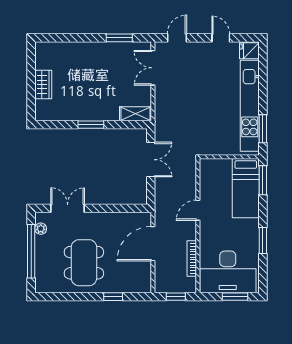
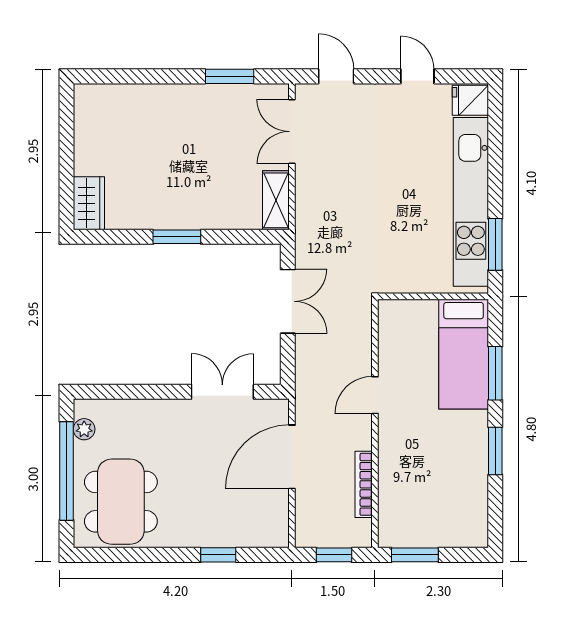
door: (177, 38) -> (336, 76), hinge flipped
wardrobe: (43, 85) -> (89, 203), moved
shelving: (136, 114) -> (276, 200), moved, turned 90
window: (263, 180) -> (495, 373), moved
double door: (68, 208) -> (222, 392), moved
dining table: (84, 263) -> (121, 502), moved
desk: (228, 272) -> (430, 509), removed
window: (235, 297) -> (415, 555), moved

